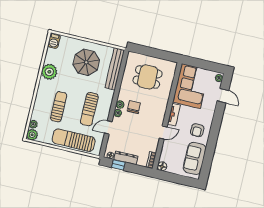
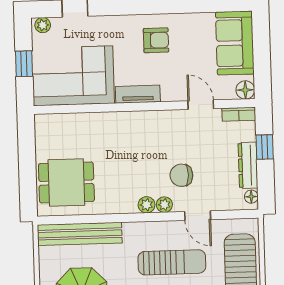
window: (203, 64) -> (24, 64), added
dining table: (148, 77) -> (66, 183), moved, turned 90
chair: (134, 107) -> (181, 175), moved
door: (163, 133) -> (201, 105), moved
sofa: (195, 158) -> (235, 43), moved, turned 90
window: (118, 165) -> (265, 147), moved

